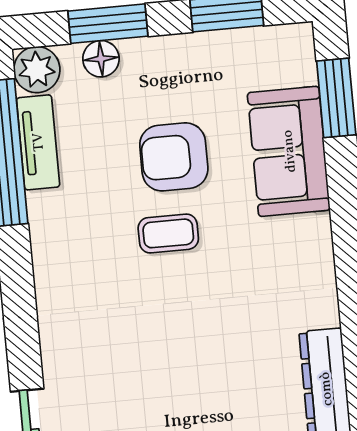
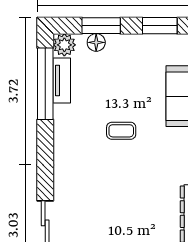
armchair: (174, 157) -> (127, 94), removed

